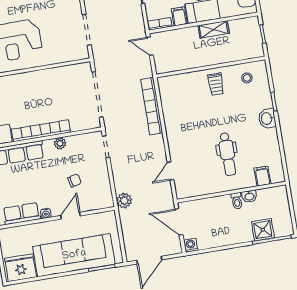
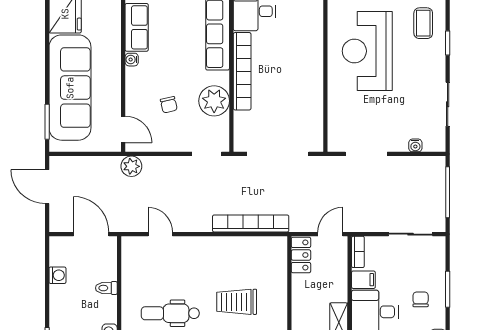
locker: (169, 65) -> (301, 255), added
trolley: (216, 84) -> (237, 302), moved, width x1.36, depth x1.39
plant: (60, 143) -> (214, 101), width x1.88, depth x1.88
toilet: (237, 201) -> (106, 288), moved
door: (70, 216) -> (123, 129), moved
door: (179, 222) -> (91, 234), hinge flipped
washing machine: (191, 245) -> (57, 275), moved

